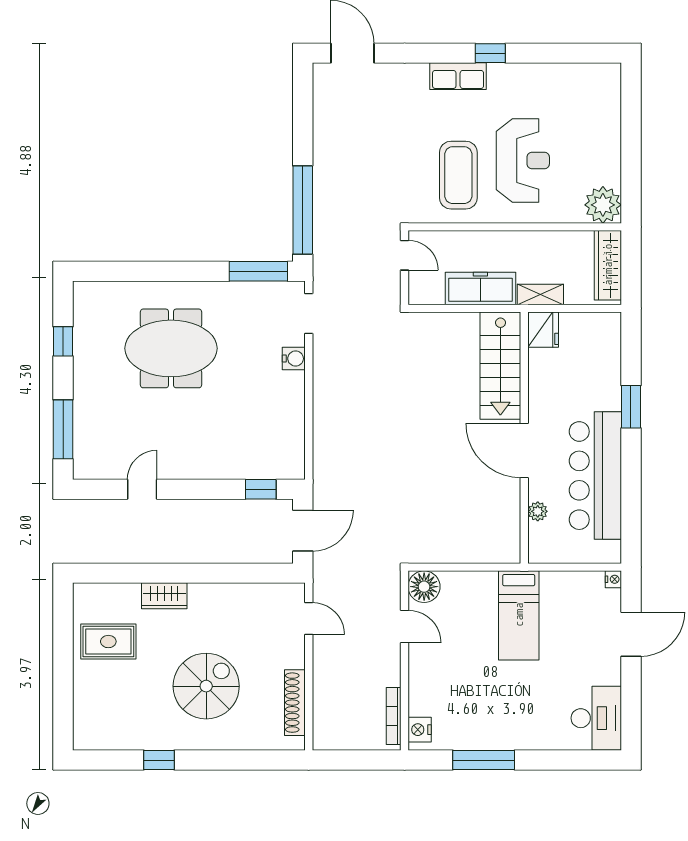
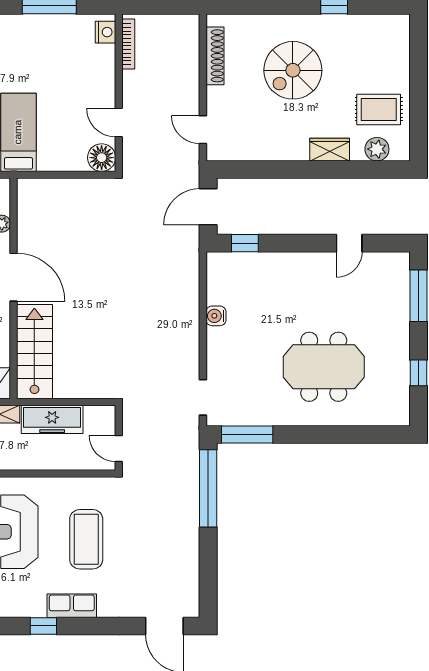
coffee table: (458, 175) -> (86, 539), moved
water cooler: (294, 359) -> (216, 316), moved
plant: (110, 596) -> (377, 149), added

